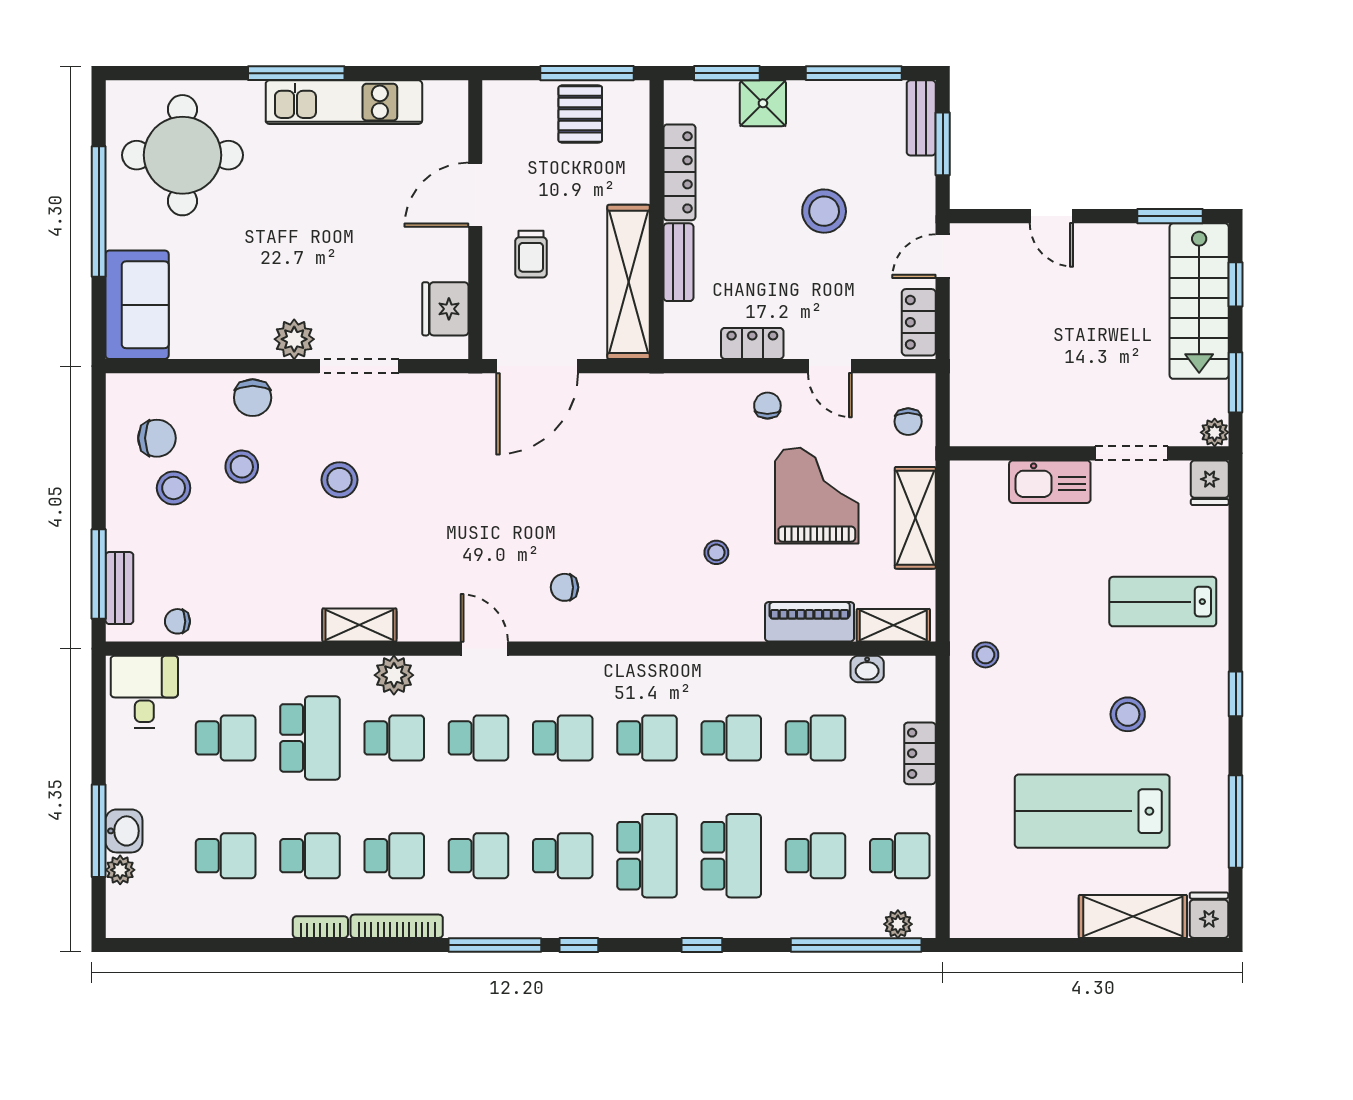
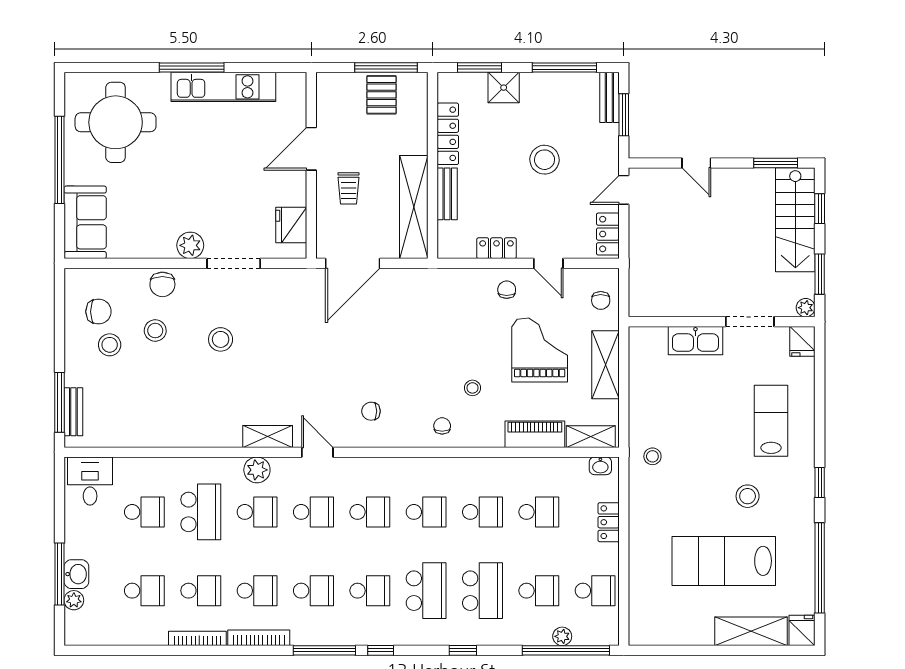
lab bench: (1163, 602) -> (771, 421), turned 90
chair: (177, 621) -> (442, 426), moved, turned 90
shelving: (359, 625) -> (268, 436), moved
washbasin: (867, 669) -> (600, 466), moved
window: (1236, 821) -> (820, 568), width x1.46
plant: (898, 924) -> (562, 636), moved
bookcase: (320, 927) -> (197, 638), width x1.56

